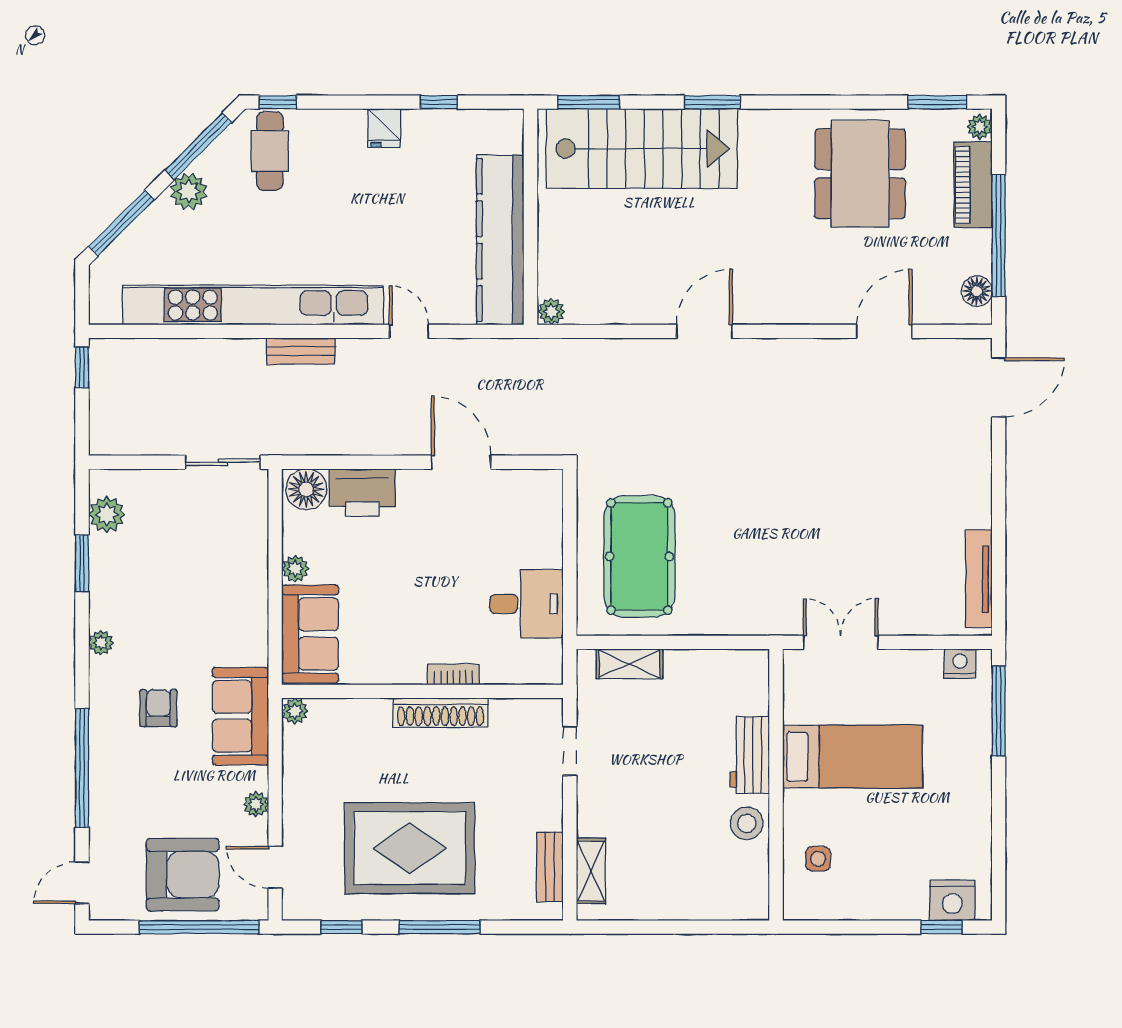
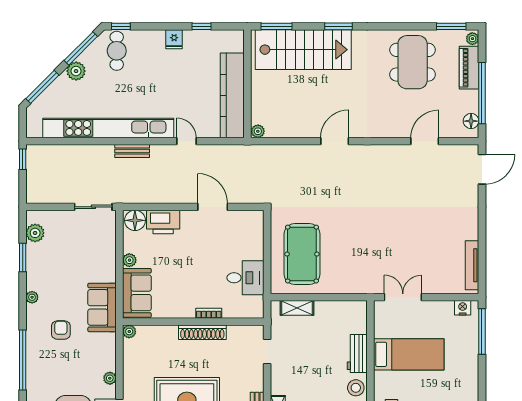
sofa: (240, 716) -> (102, 307), moved

